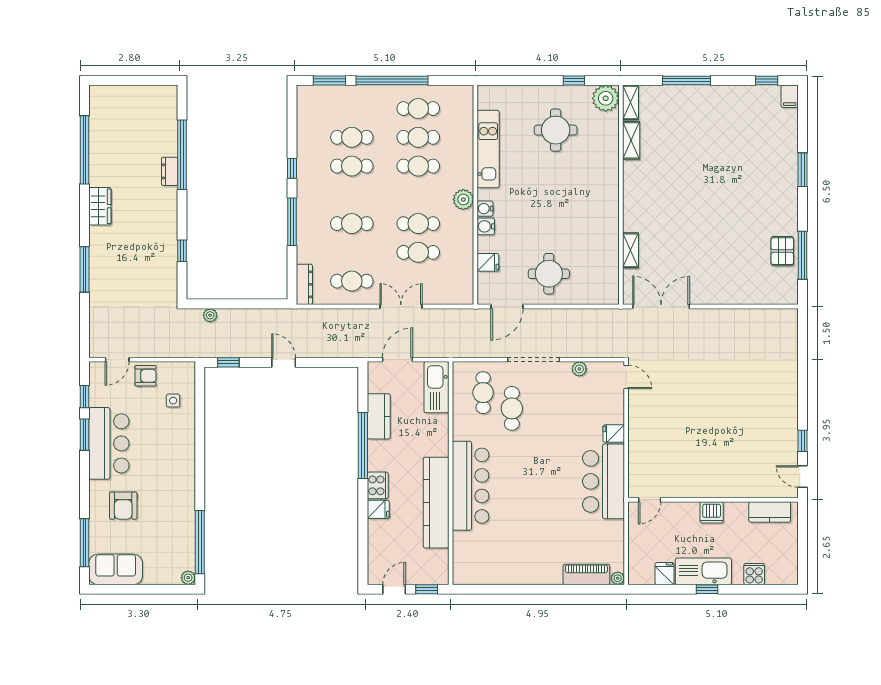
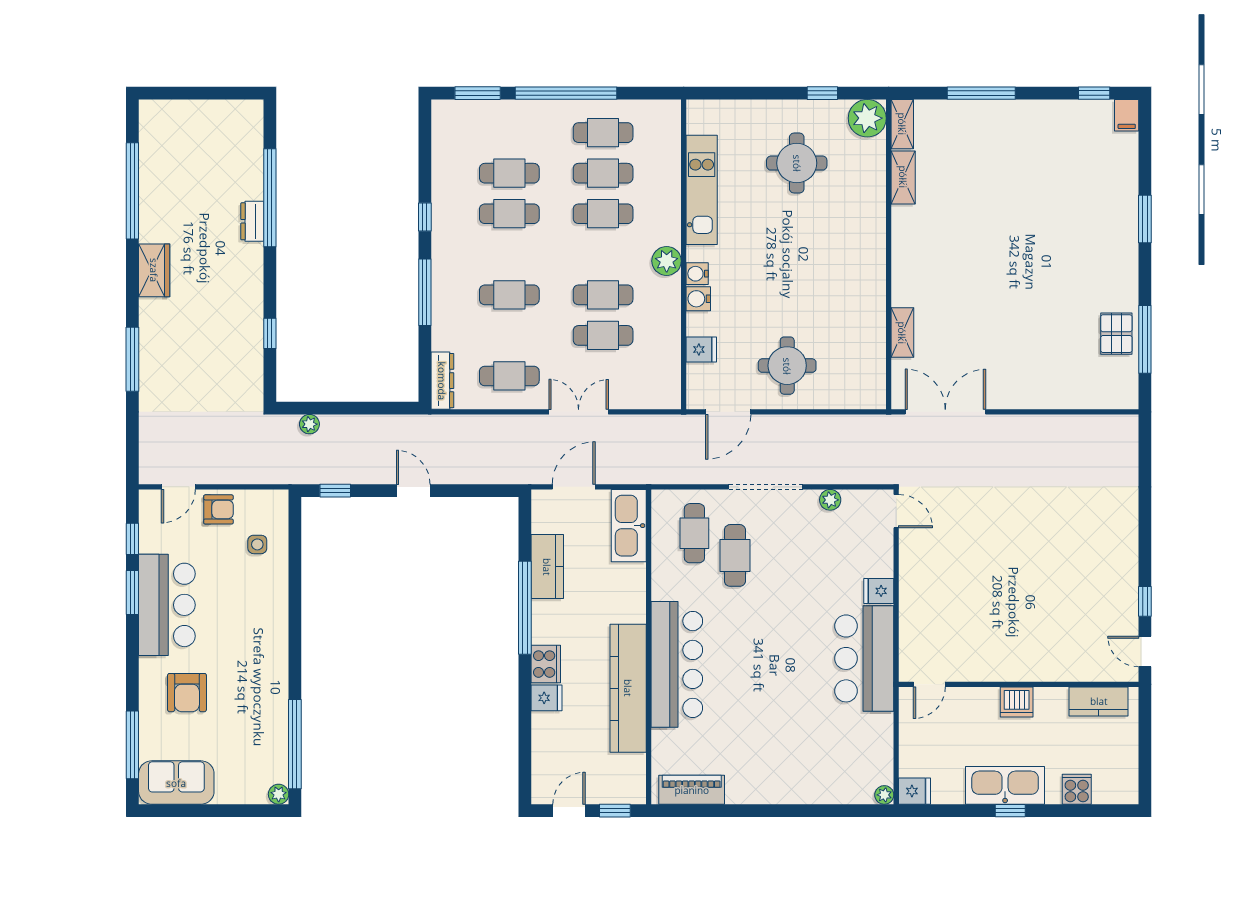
piano: (586, 574) -> (692, 790), moved
fridge: (665, 574) -> (914, 791), moved, turned 90

